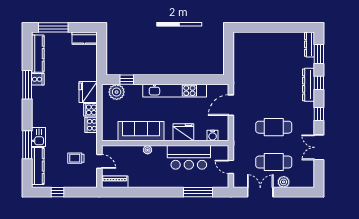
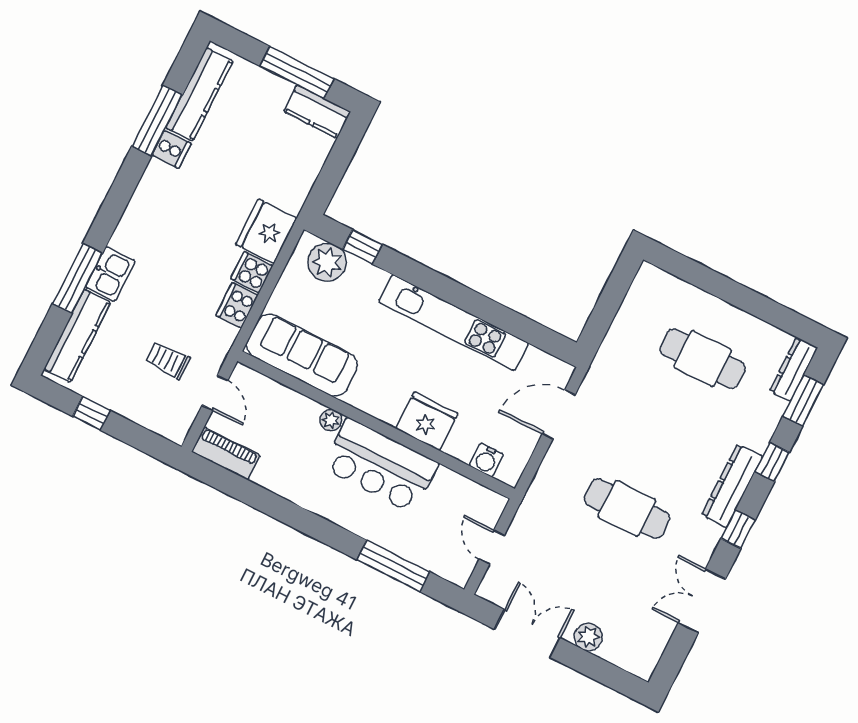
window: (53, 27) -> (297, 72), moved
window: (27, 85) -> (157, 121), moved
dresser: (308, 85) -> (732, 486), moved
sofa: (141, 131) -> (302, 355), moved
bar counter: (189, 157) -> (380, 465), moved
cafe table: (274, 162) -> (703, 359), moved

